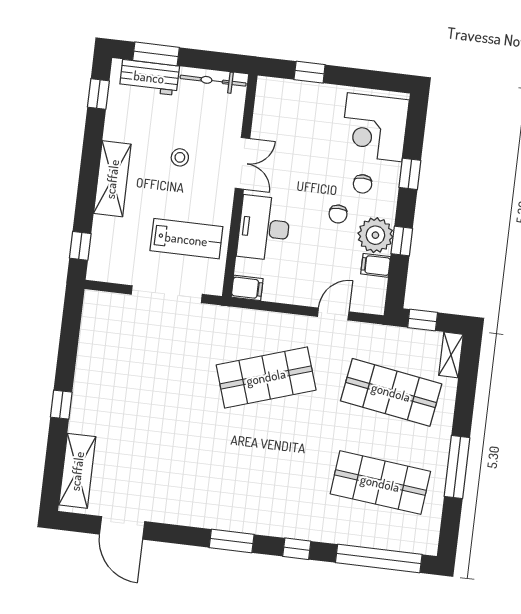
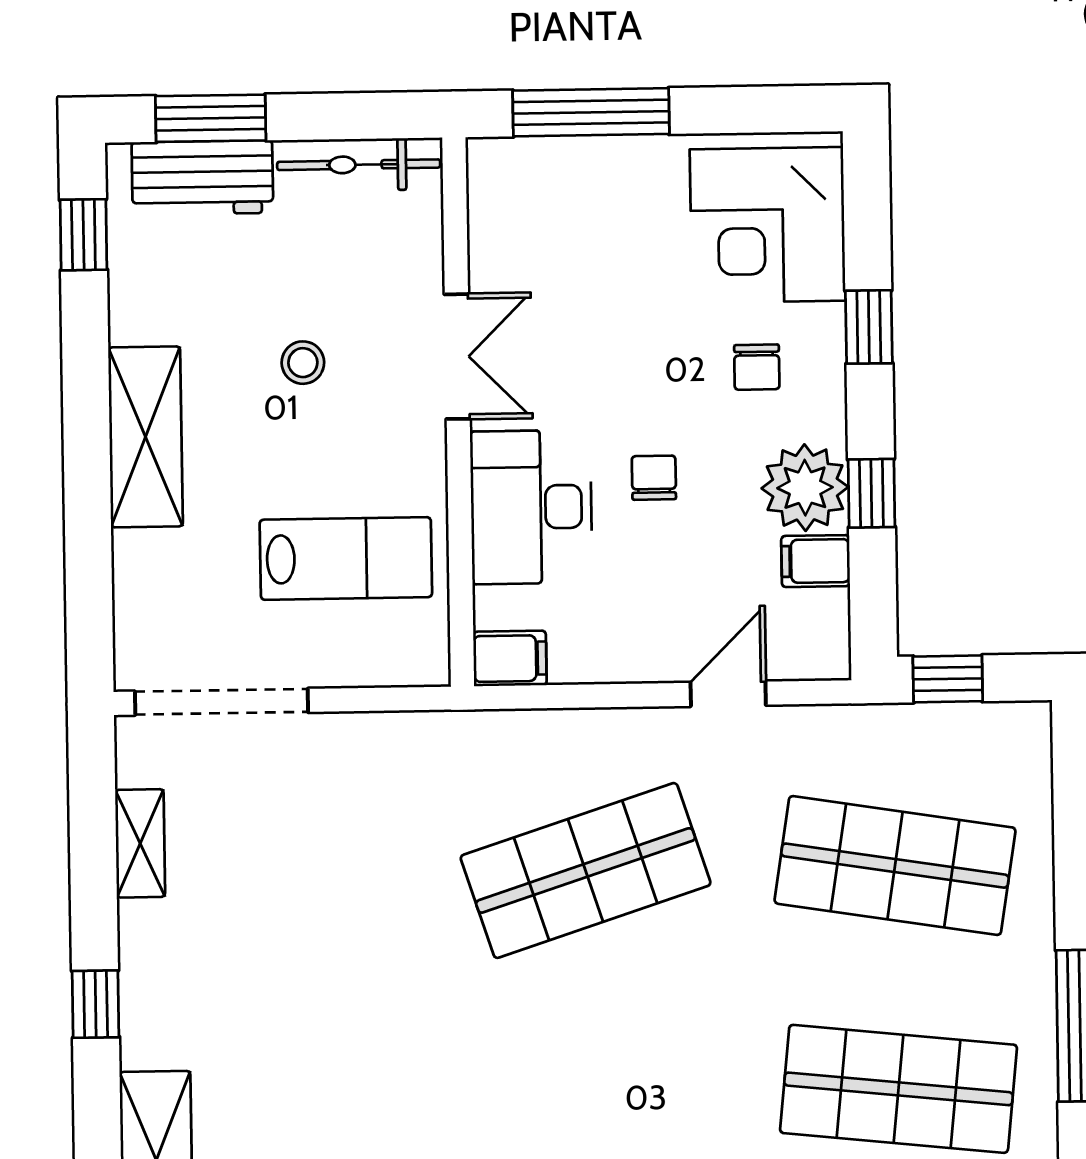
window: (310, 72) -> (591, 112), width x2.17
chair: (338, 214) -> (654, 478), moved, turned 180
window: (80, 246) -> (89, 611), removed
doorway: (167, 294) -> (221, 702), moved
shelving: (451, 355) -> (140, 843), moved

